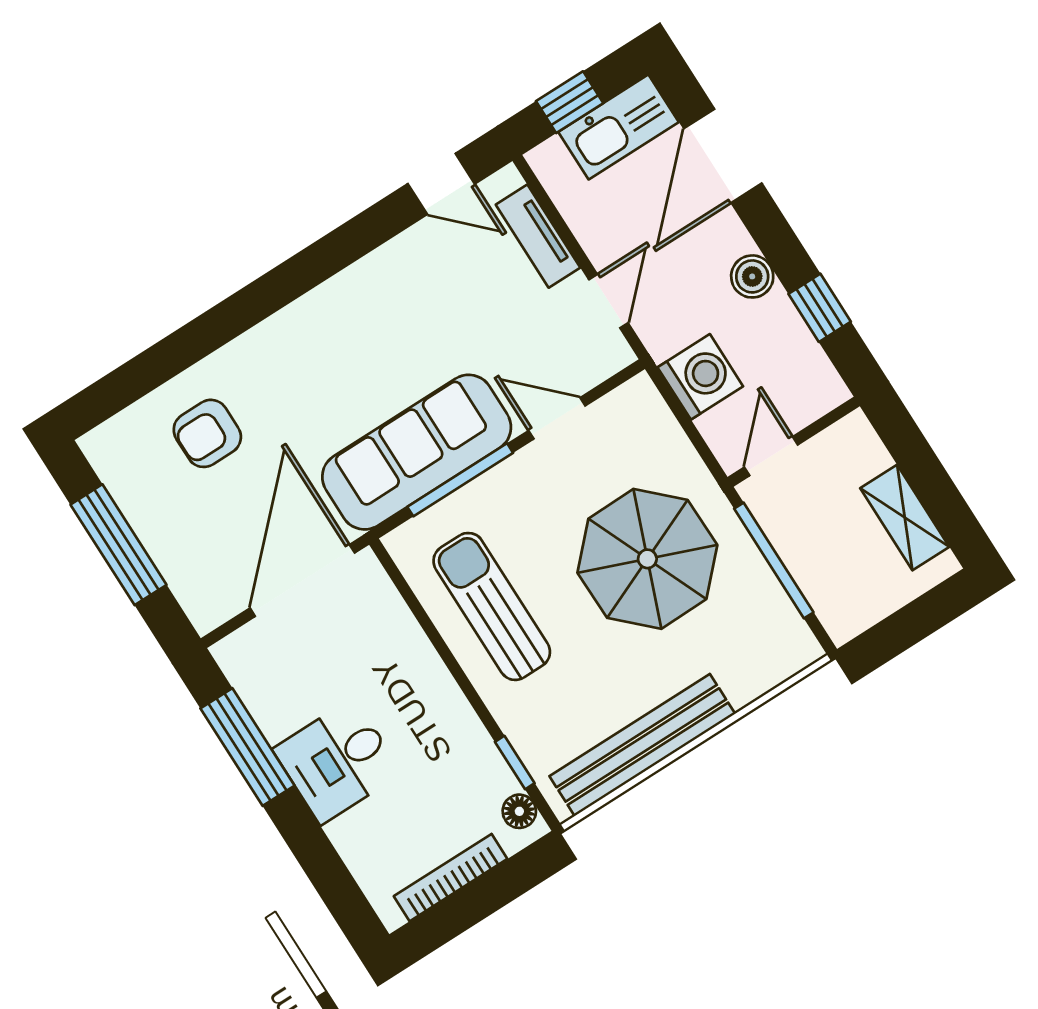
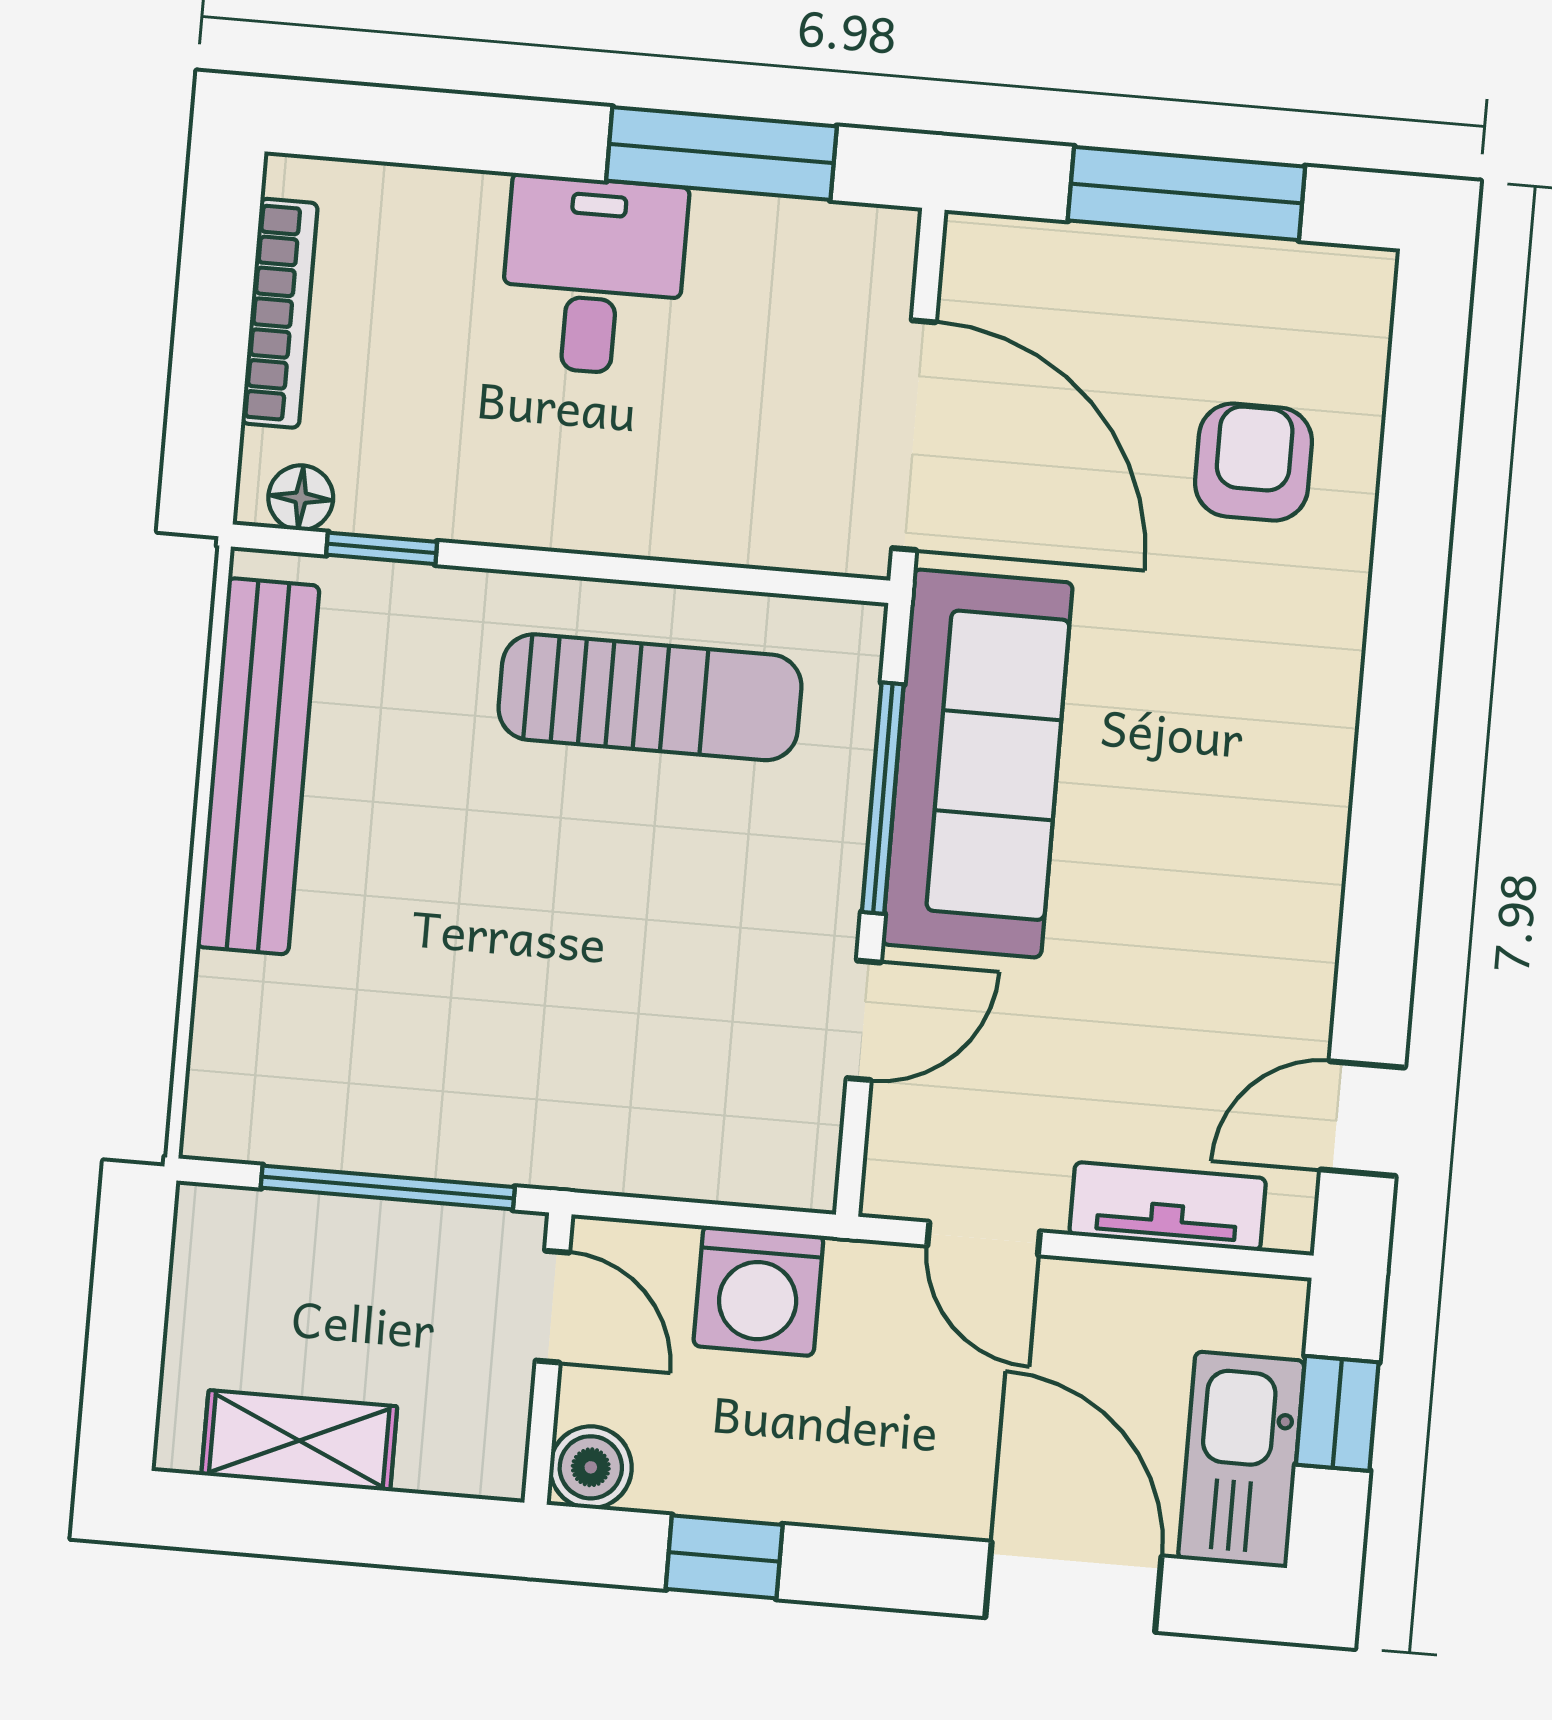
boiler: (752, 276) -> (591, 1467), moved
parasol: (647, 559) -> (540, 994), removed

